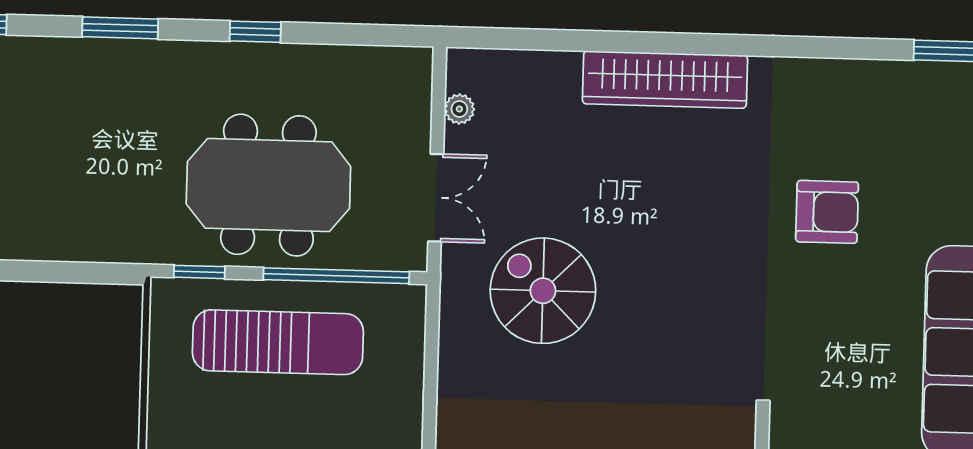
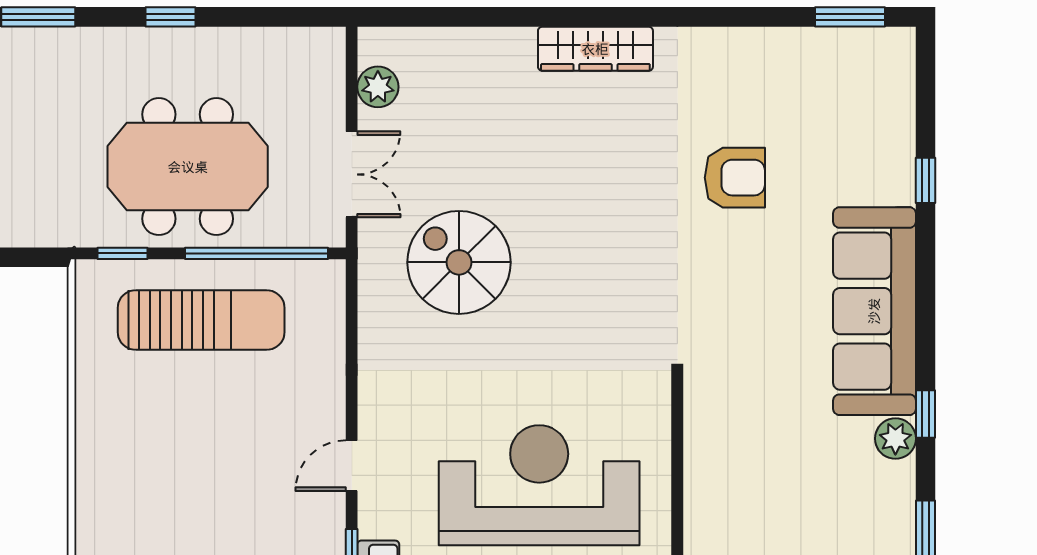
wardrobe: (665, 80) -> (595, 49), width x0.71, depth x0.85
plant: (459, 109) -> (378, 87), width x1.38, depth x1.38

